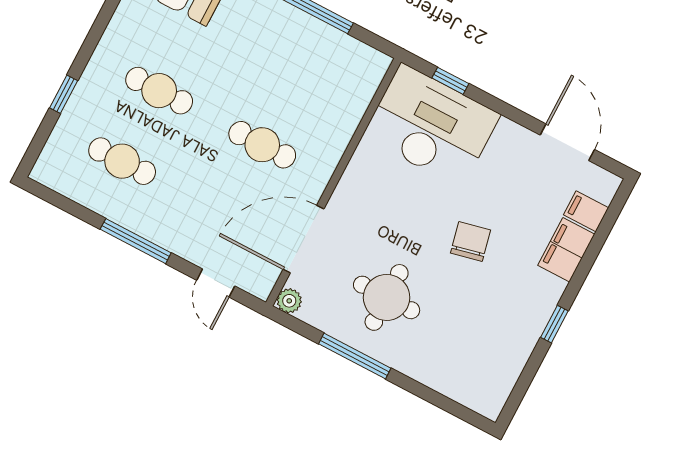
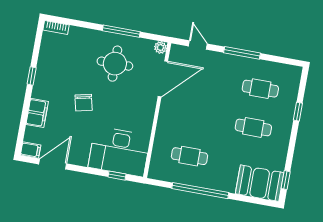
door: (567, 142) -> (53, 164), swing flipped
cafe table: (262, 145) -> (189, 156), moved
filing cabinet: (586, 211) -> (31, 150), moved
bookcase: (478, 403) -> (56, 28), added

